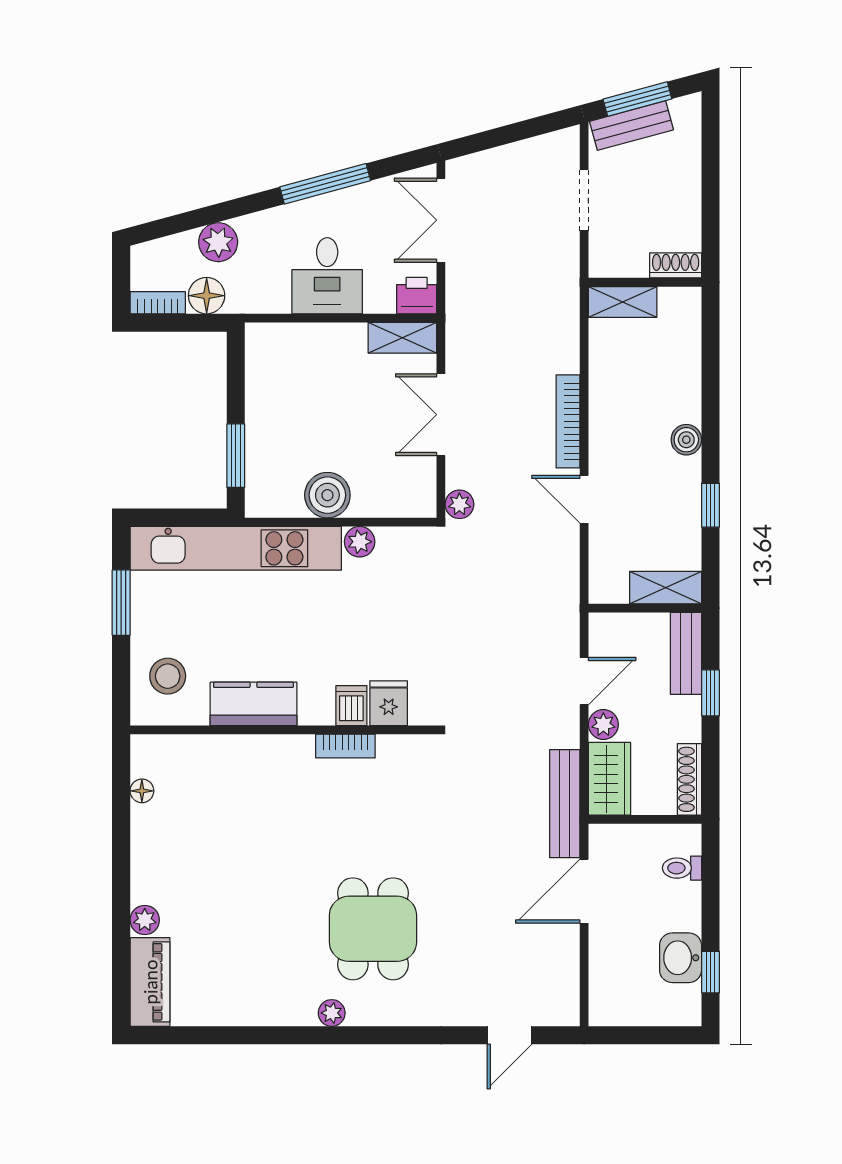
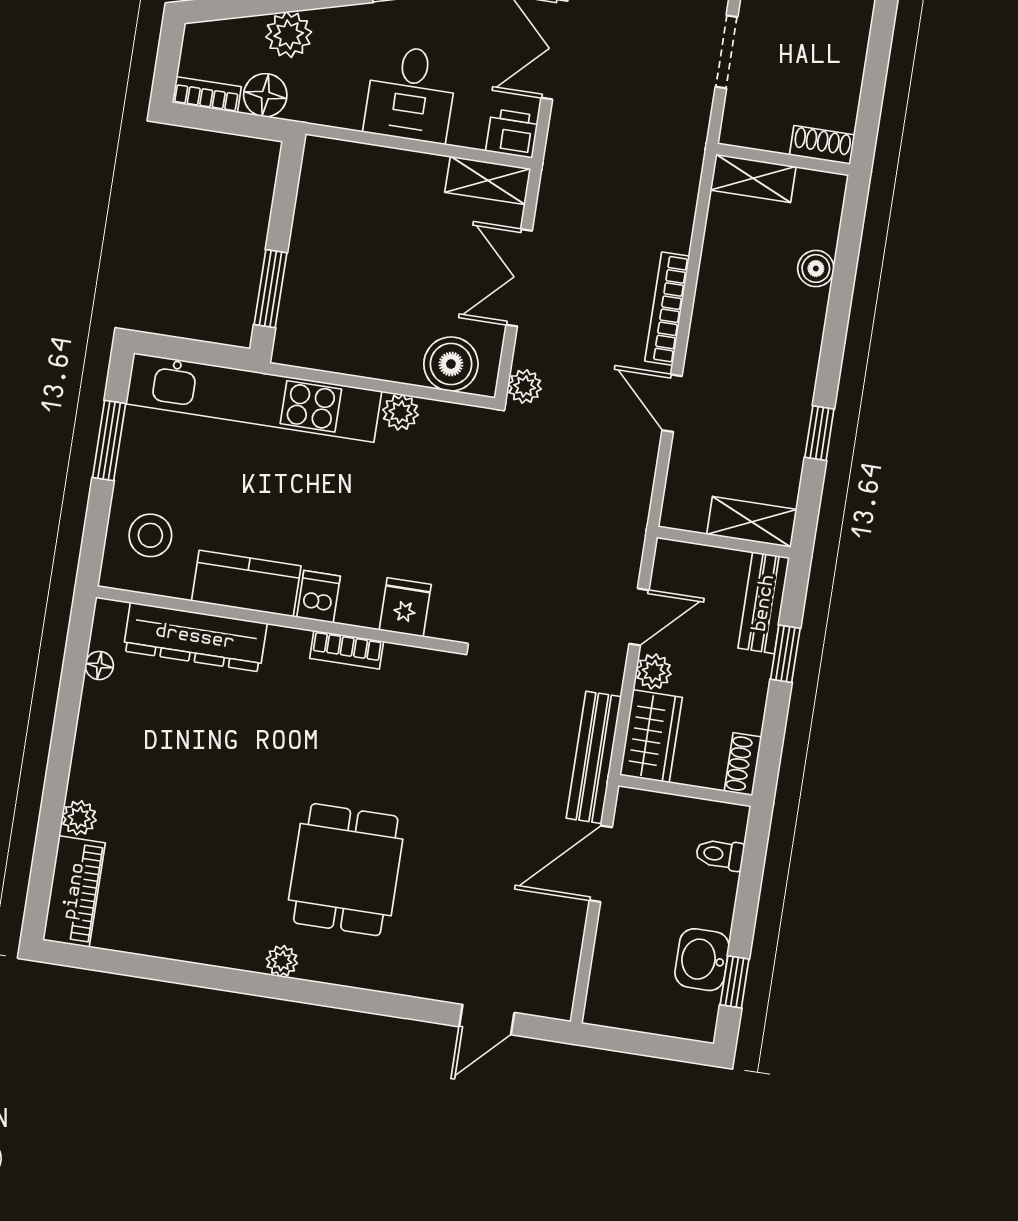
boiler: (686, 440) -> (816, 268), moved
boiler: (327, 495) -> (451, 364), moved
dishwasher: (351, 706) -> (318, 597), moved
dresser: (218, 755) -> (195, 637), added
shoe rack: (689, 779) -> (743, 764), width x0.70

